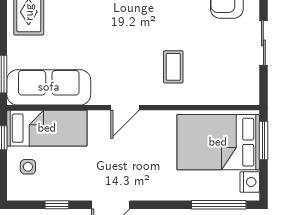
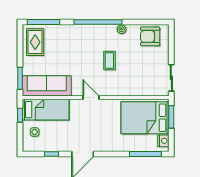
sliding door: (263, 43) -> (171, 78), moved
coffee table: (173, 67) -> (109, 61), moved
door: (125, 108) -> (91, 98), swing flipped

